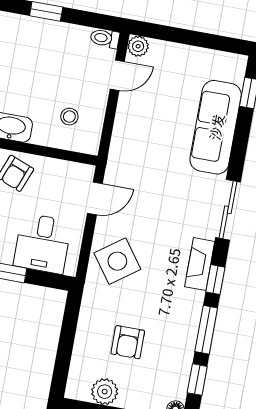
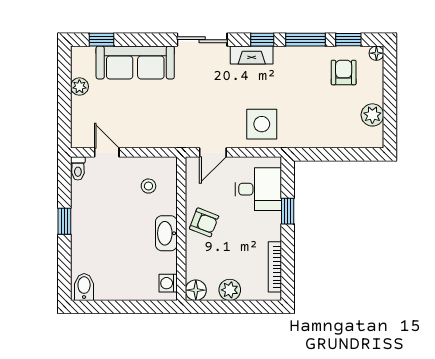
plant: (138, 46) -> (79, 87), moved
door: (95, 198) -> (213, 152), swing flipped
side table: (117, 261) -> (262, 124), turned 36
armchair: (128, 342) -> (344, 72), moved, turned -90

